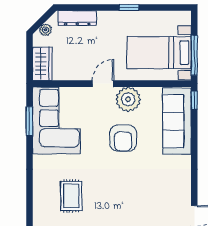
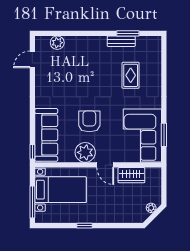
dresser: (77, 18) -> (126, 217), removed
window: (194, 55) -> (32, 202), moved
wardrobe: (42, 64) -> (131, 175), moved, turned -90
door: (103, 84) -> (105, 165), hinge flipped

